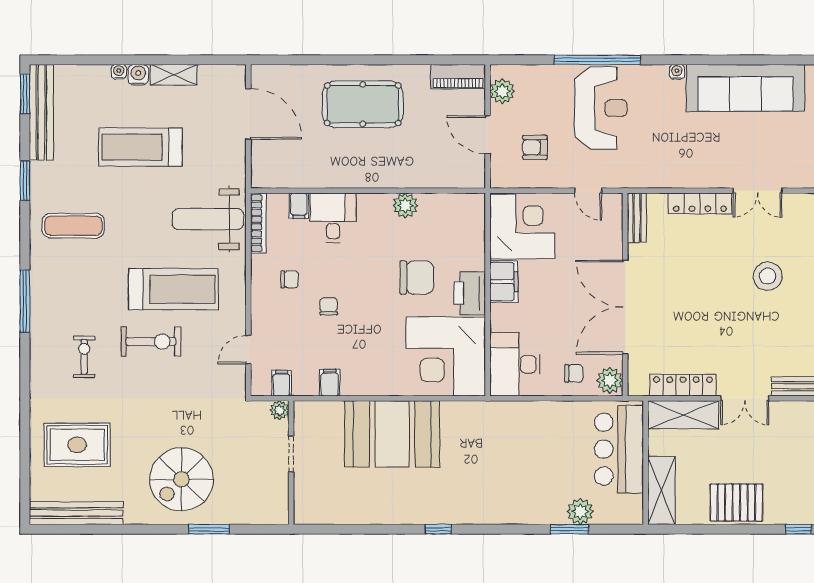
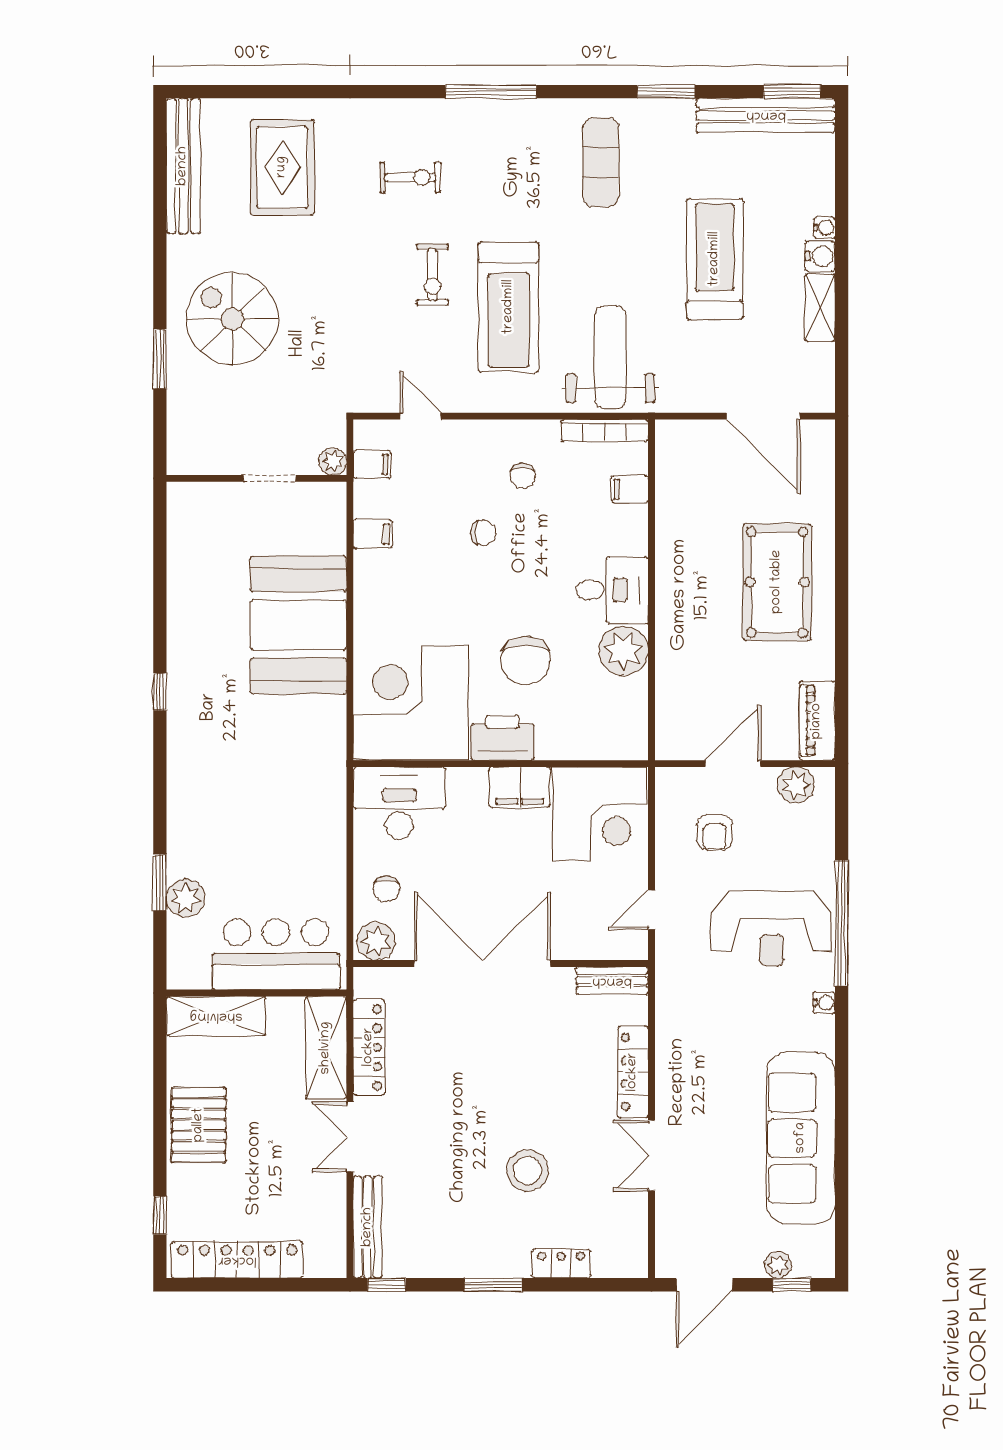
water cooler: (677, 72) -> (824, 1003), moved
door: (248, 114) -> (763, 416), hinge flipped
armchair: (535, 147) -> (714, 832), turned 180
plant: (405, 205) -> (624, 651), width x1.36, depth x1.36
desk: (333, 218) -> (612, 590), moved
exercise bike: (151, 342) -> (432, 275), width x0.73, depth x0.72

